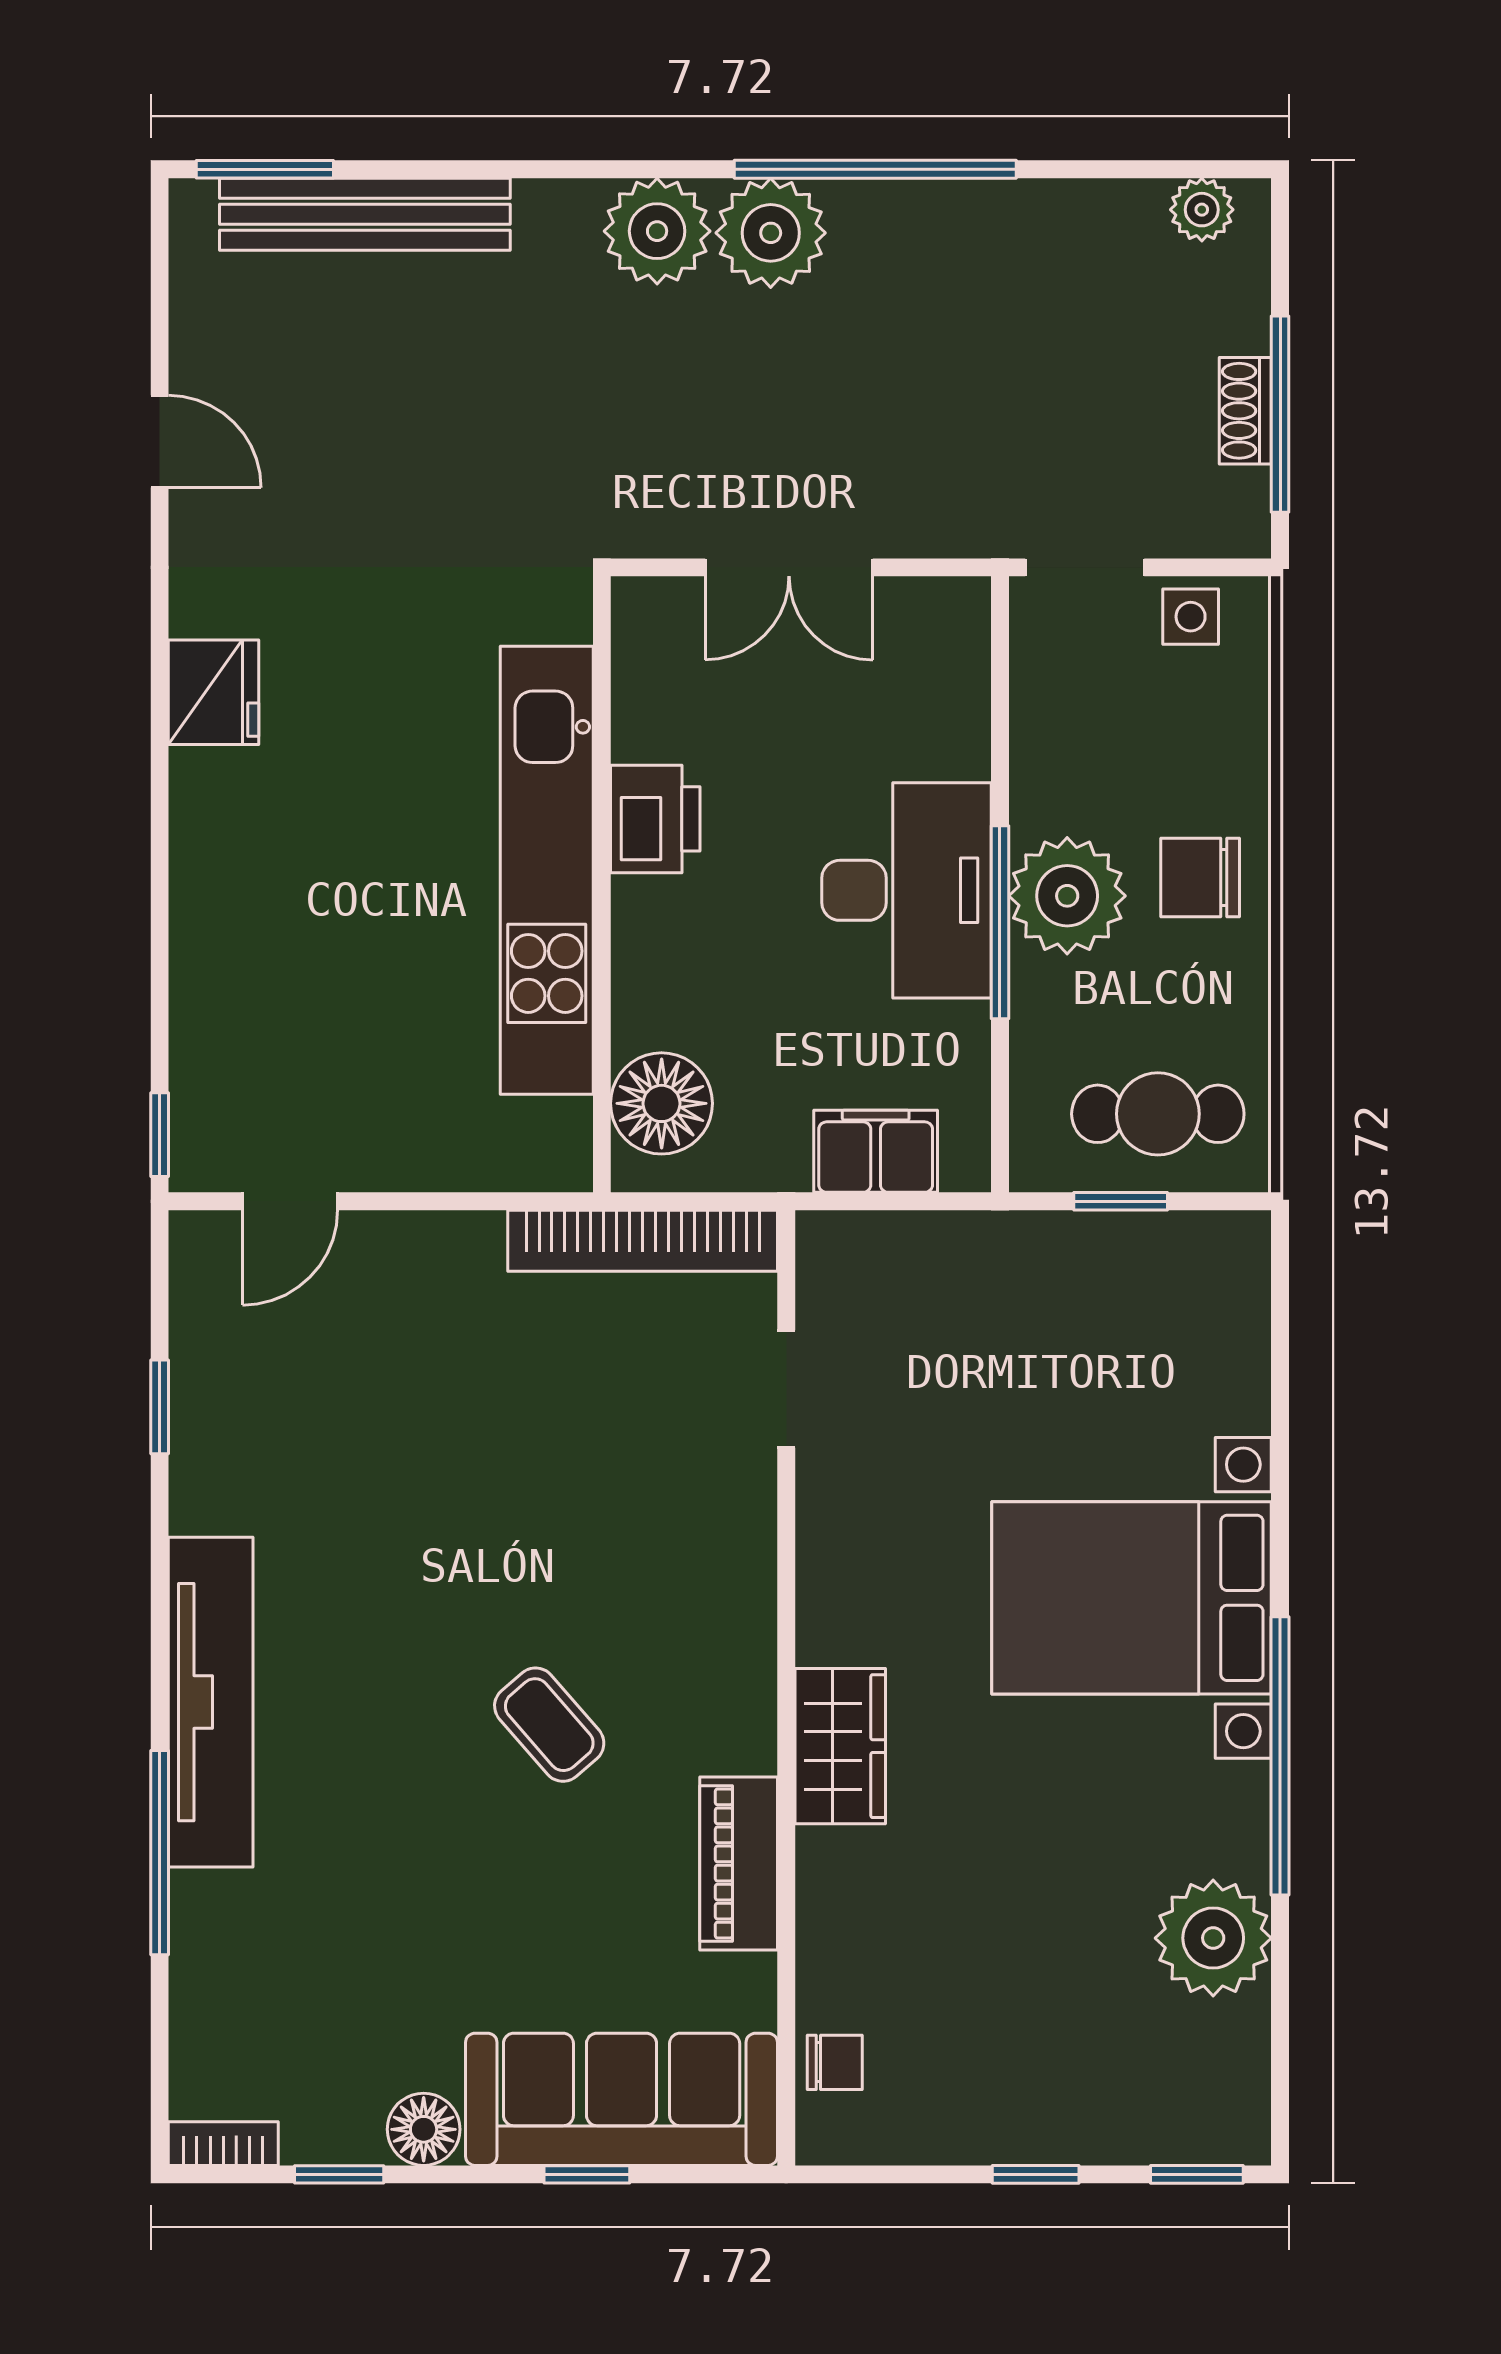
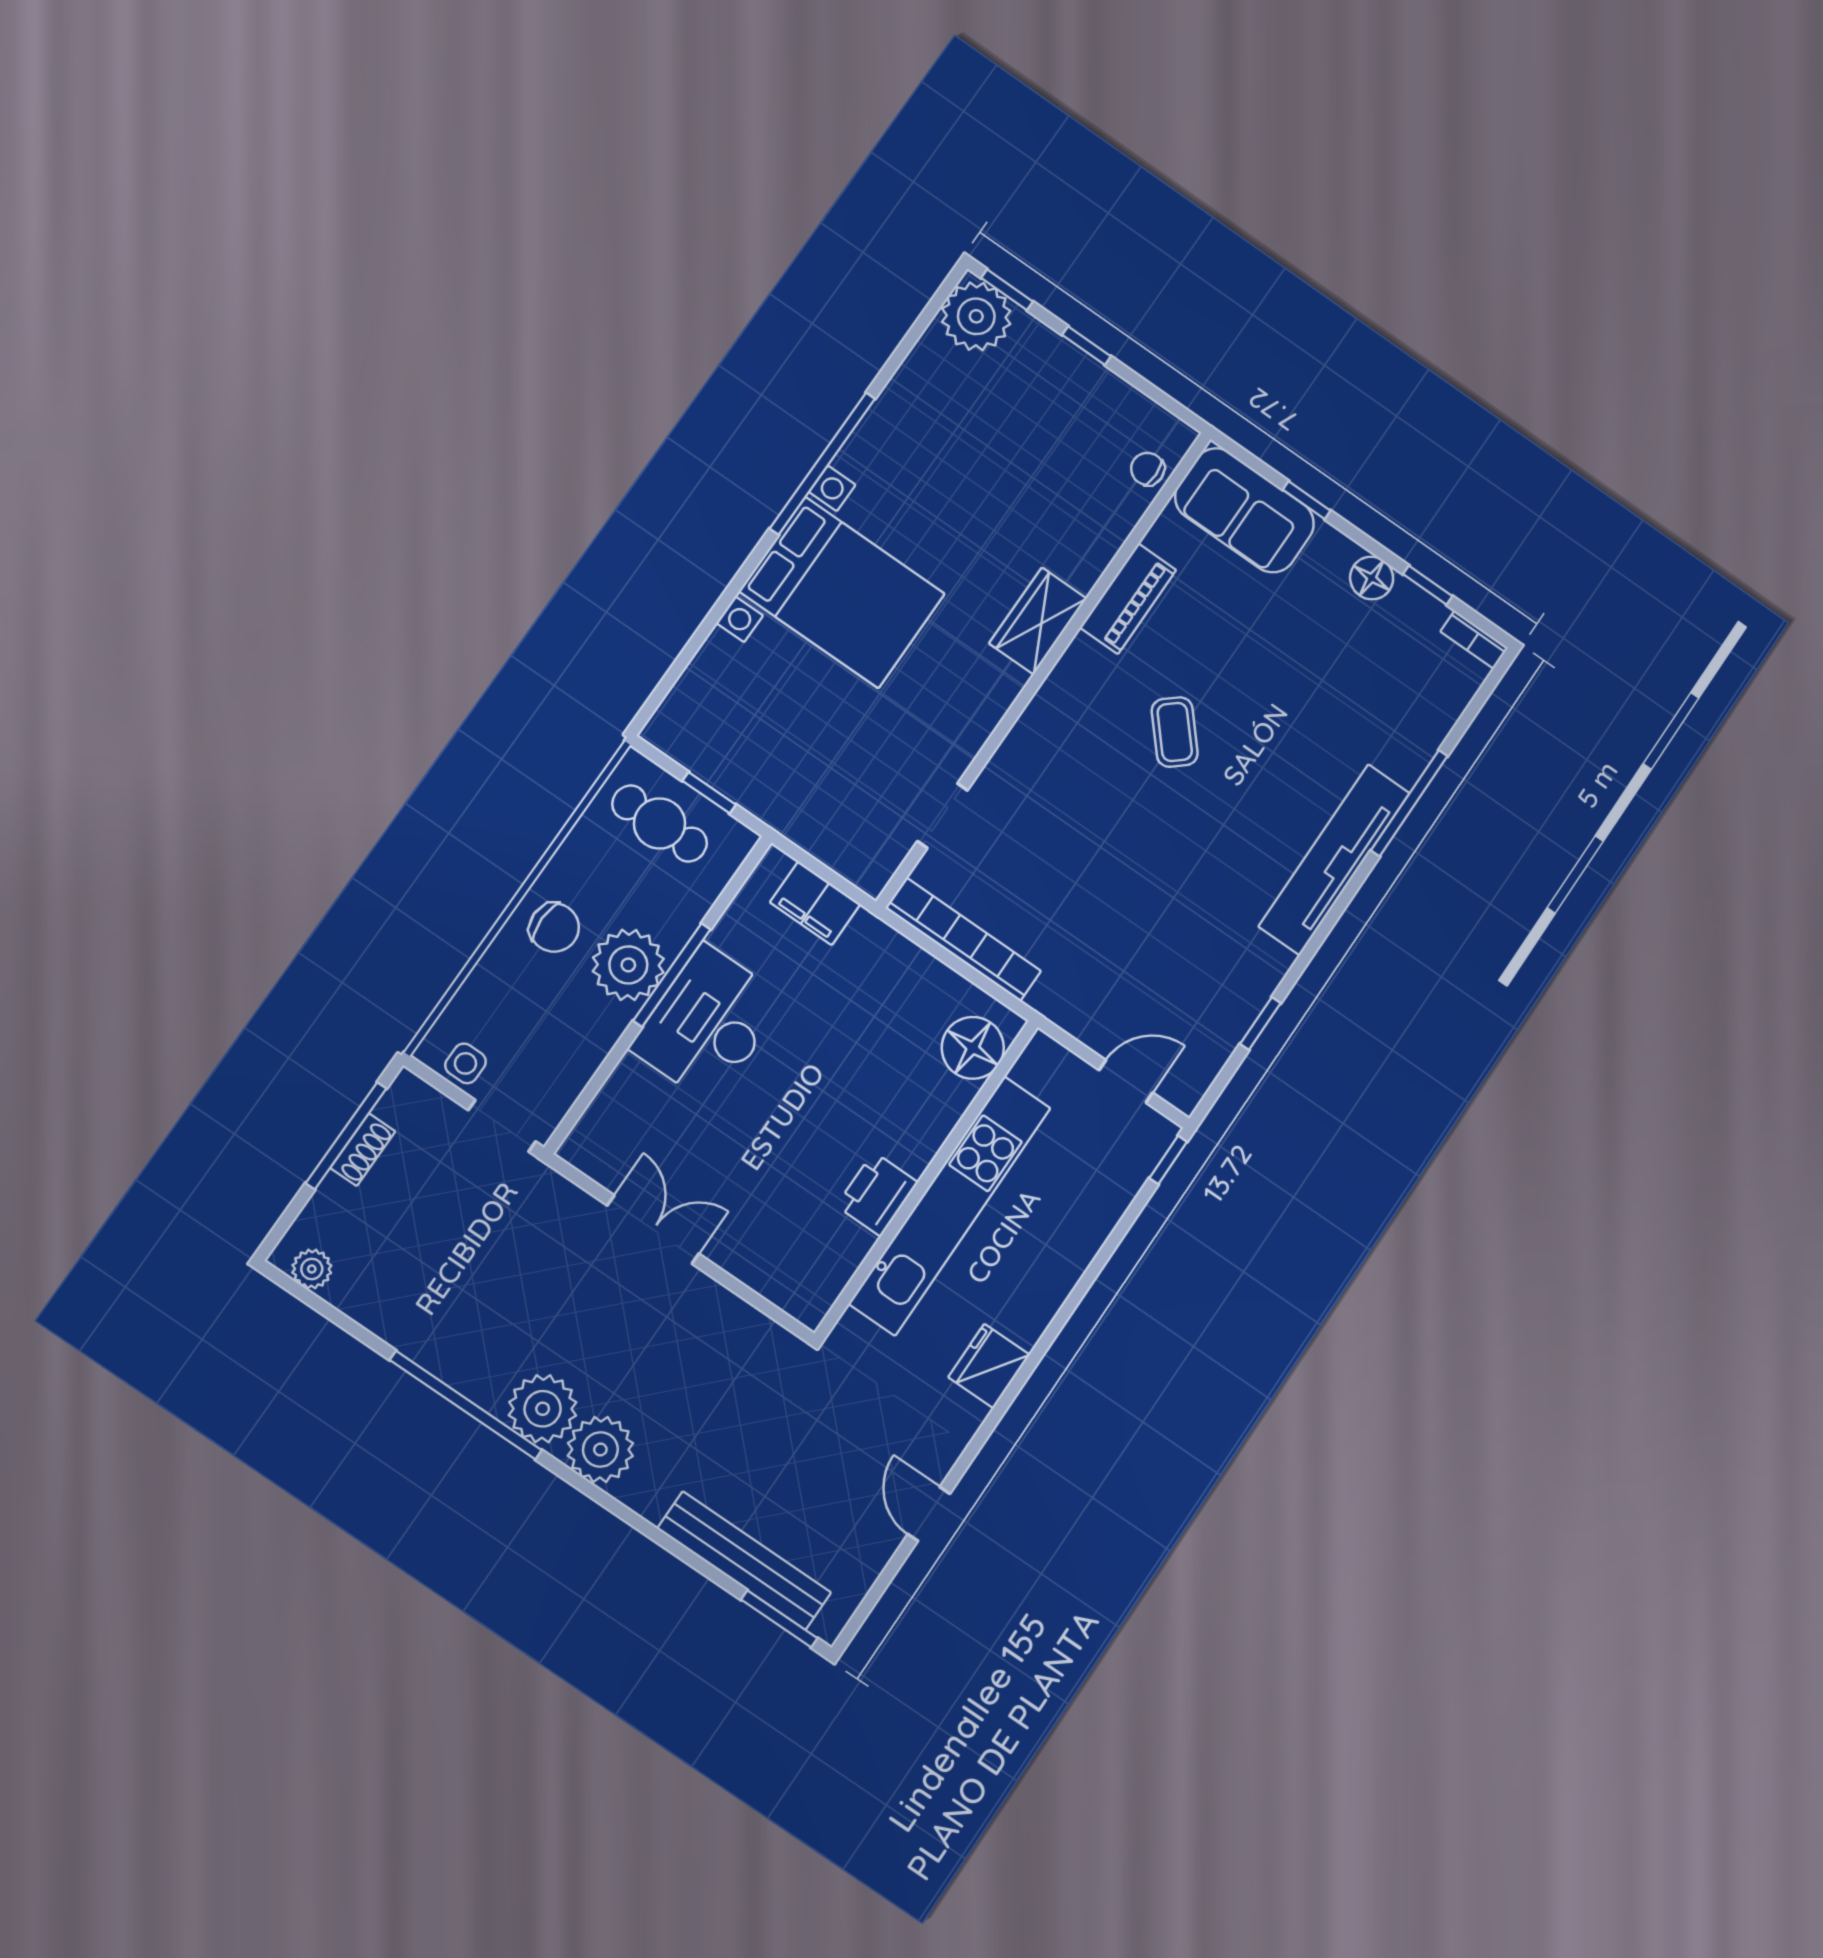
printer: (655, 819) -> (877, 1194), moved
kitchen unit: (547, 870) -> (950, 1206), moved
wall: (602, 884) -> (927, 1179), moved
floor lamp: (662, 1103) -> (973, 1048), moved
plant: (1213, 1938) -> (976, 316), moved
sofa: (622, 2099) -> (1244, 510), width x0.73

